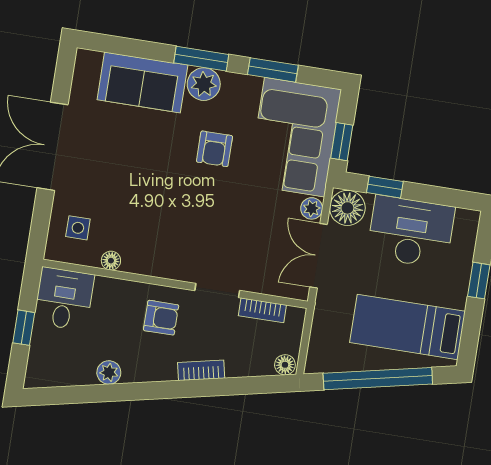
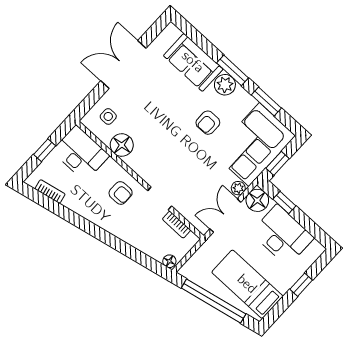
floor lamp: (111, 261) -> (122, 145), width x1.89, depth x1.89
desk: (64, 299) -> (81, 153), width x1.37
bookcase: (201, 370) -> (50, 191), moved
plant: (109, 372) -> (74, 204), removed

